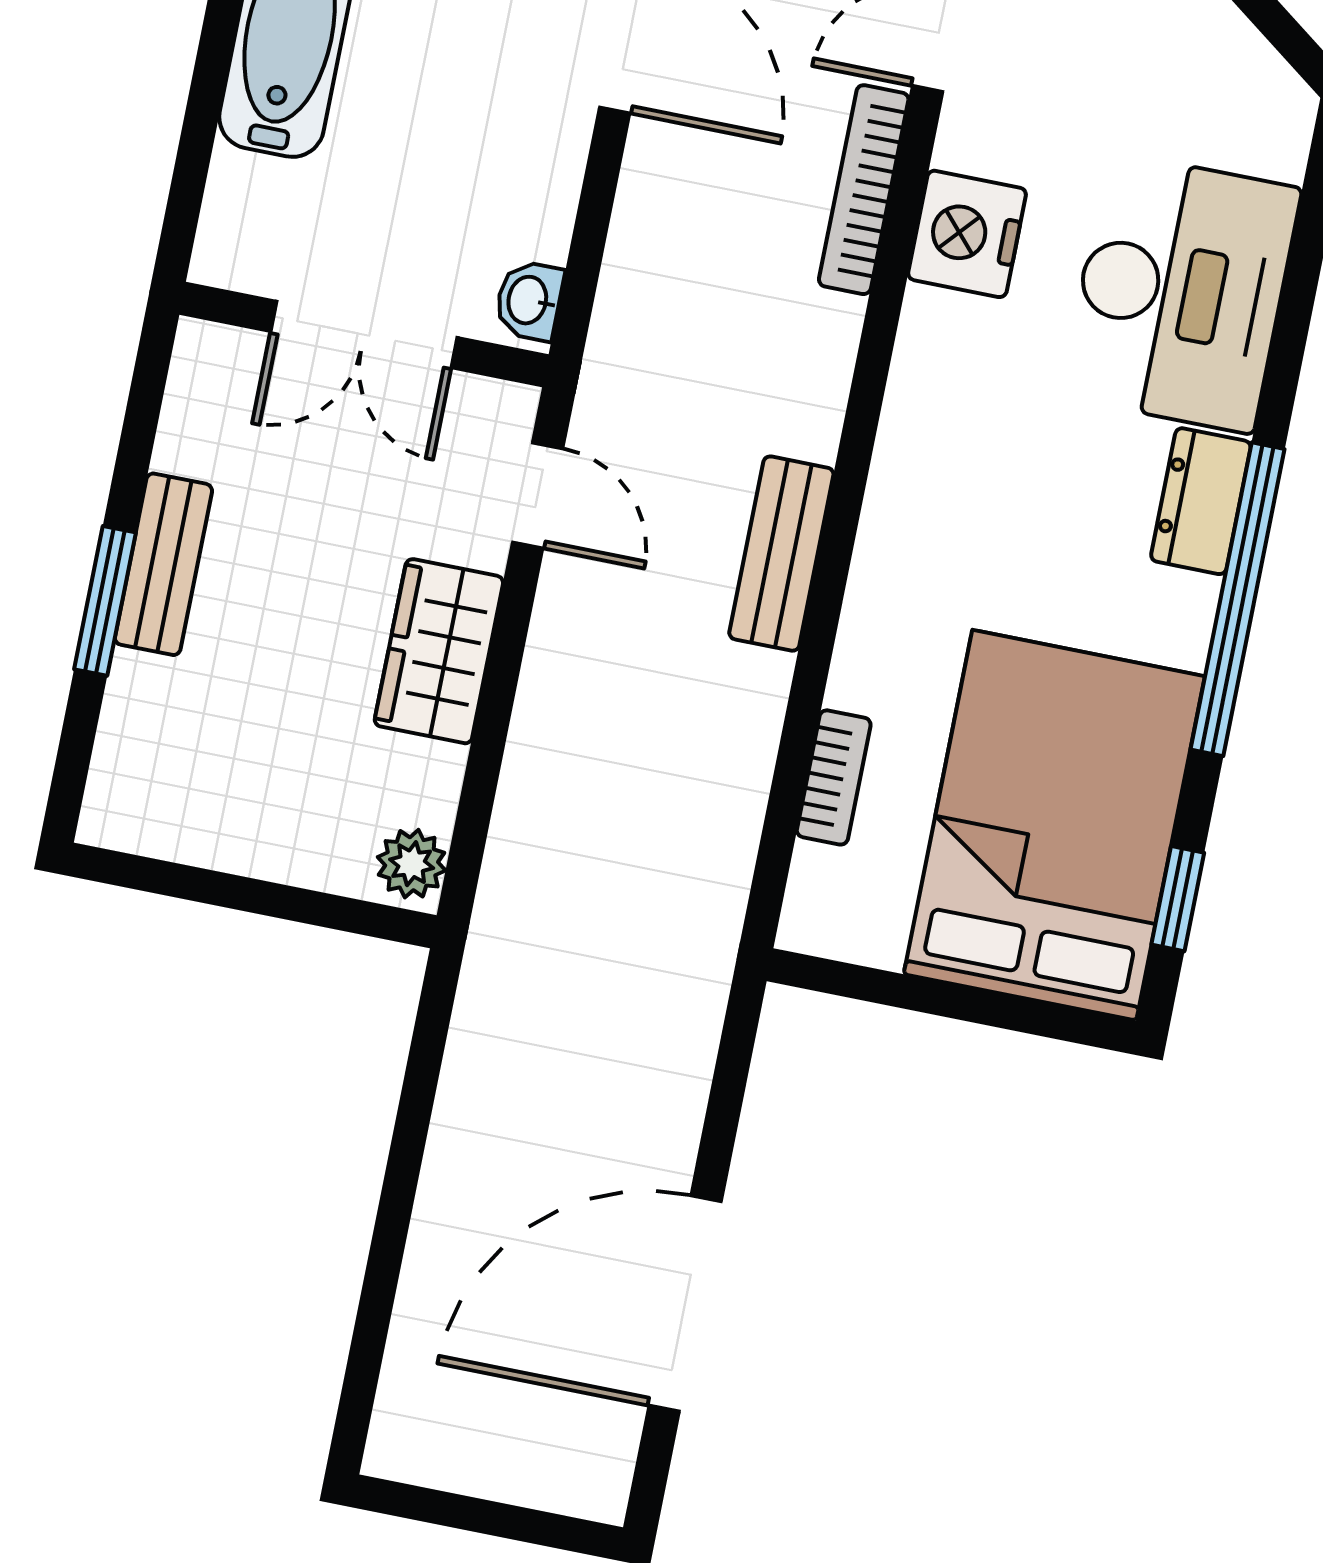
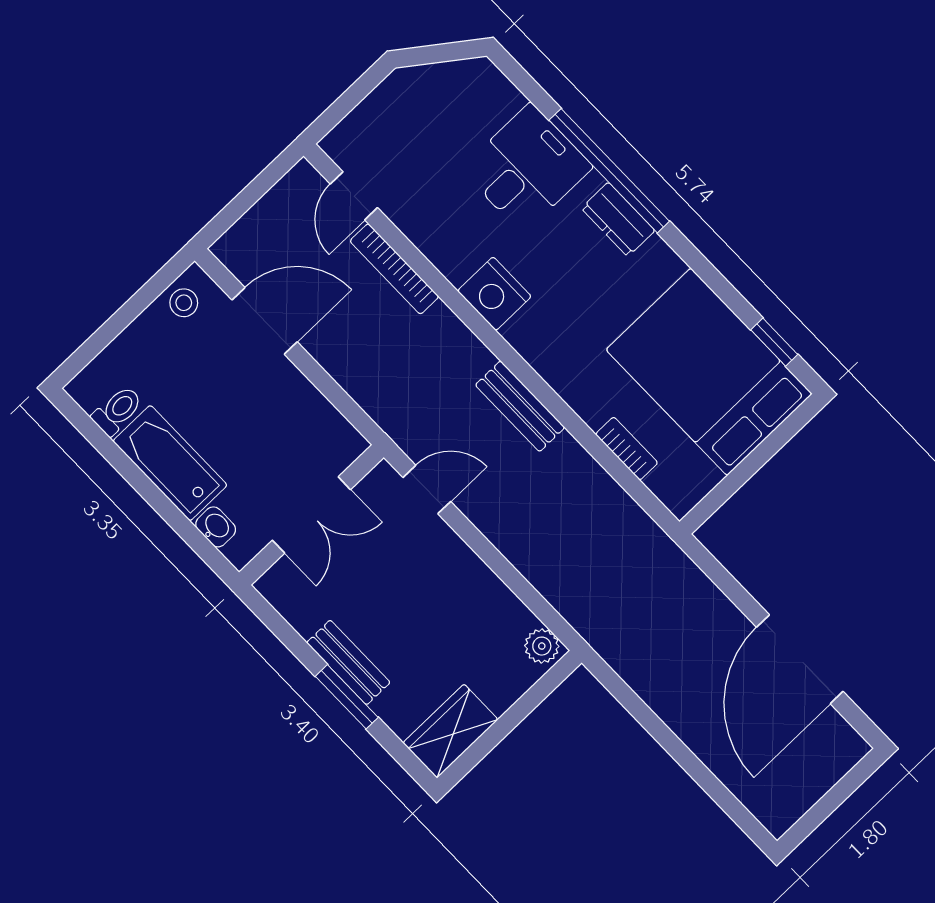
nightstand: (967, 234) -> (494, 294), moved
desk: (1181, 292) -> (527, 168), width x0.73
washbasin: (529, 300) -> (216, 527), moved, turned 180
window: (1238, 599) -> (609, 171), moved
wardrobe: (439, 651) -> (451, 731), moved, turned 90

